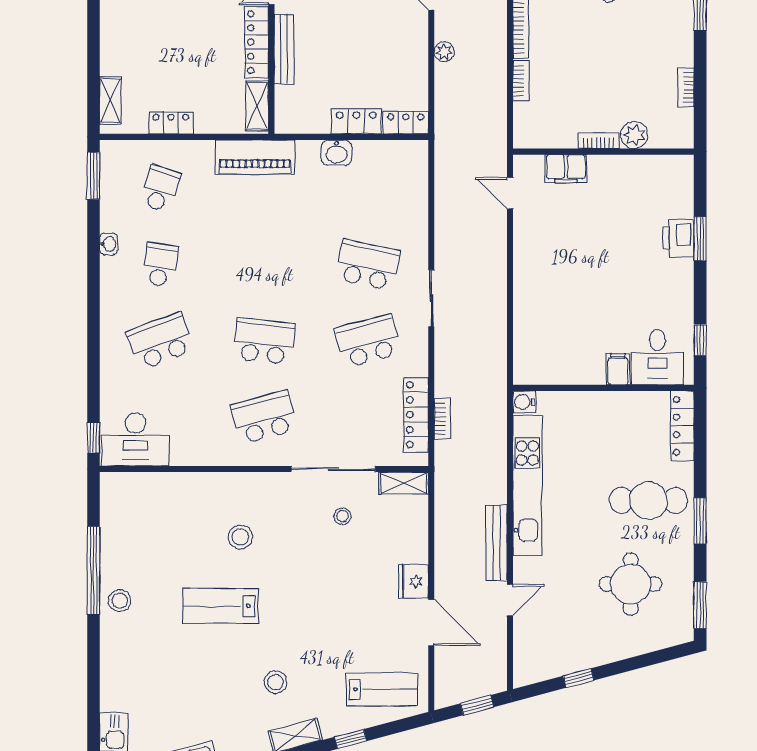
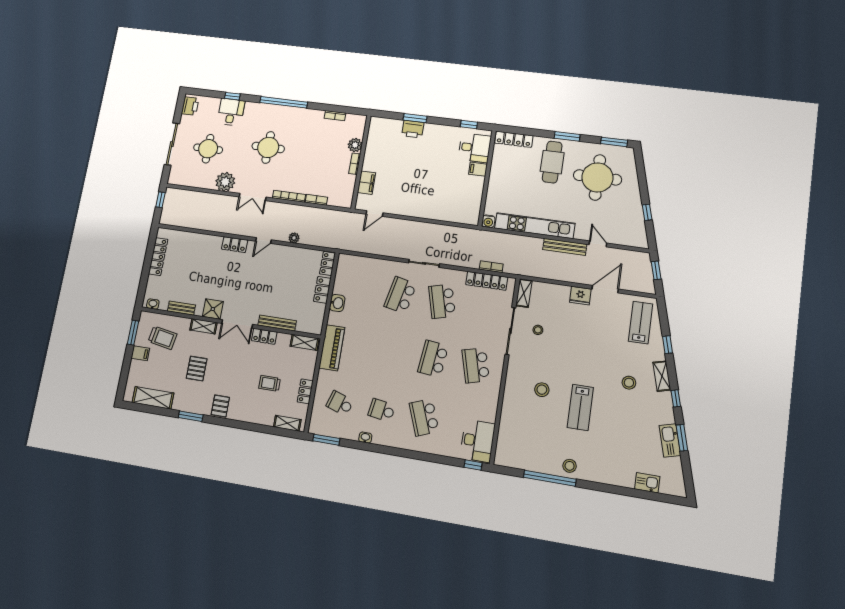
locker: (257, 42) -> (264, 336), width x0.66
trolley: (175, 55) -> (270, 383), added
round table: (631, 584) -> (597, 177), width x1.36, depth x1.36

